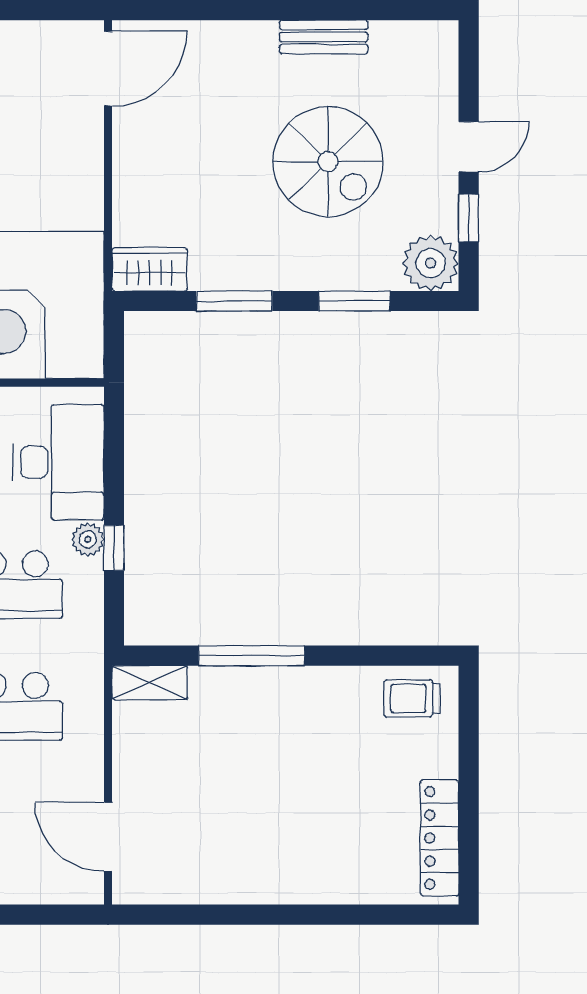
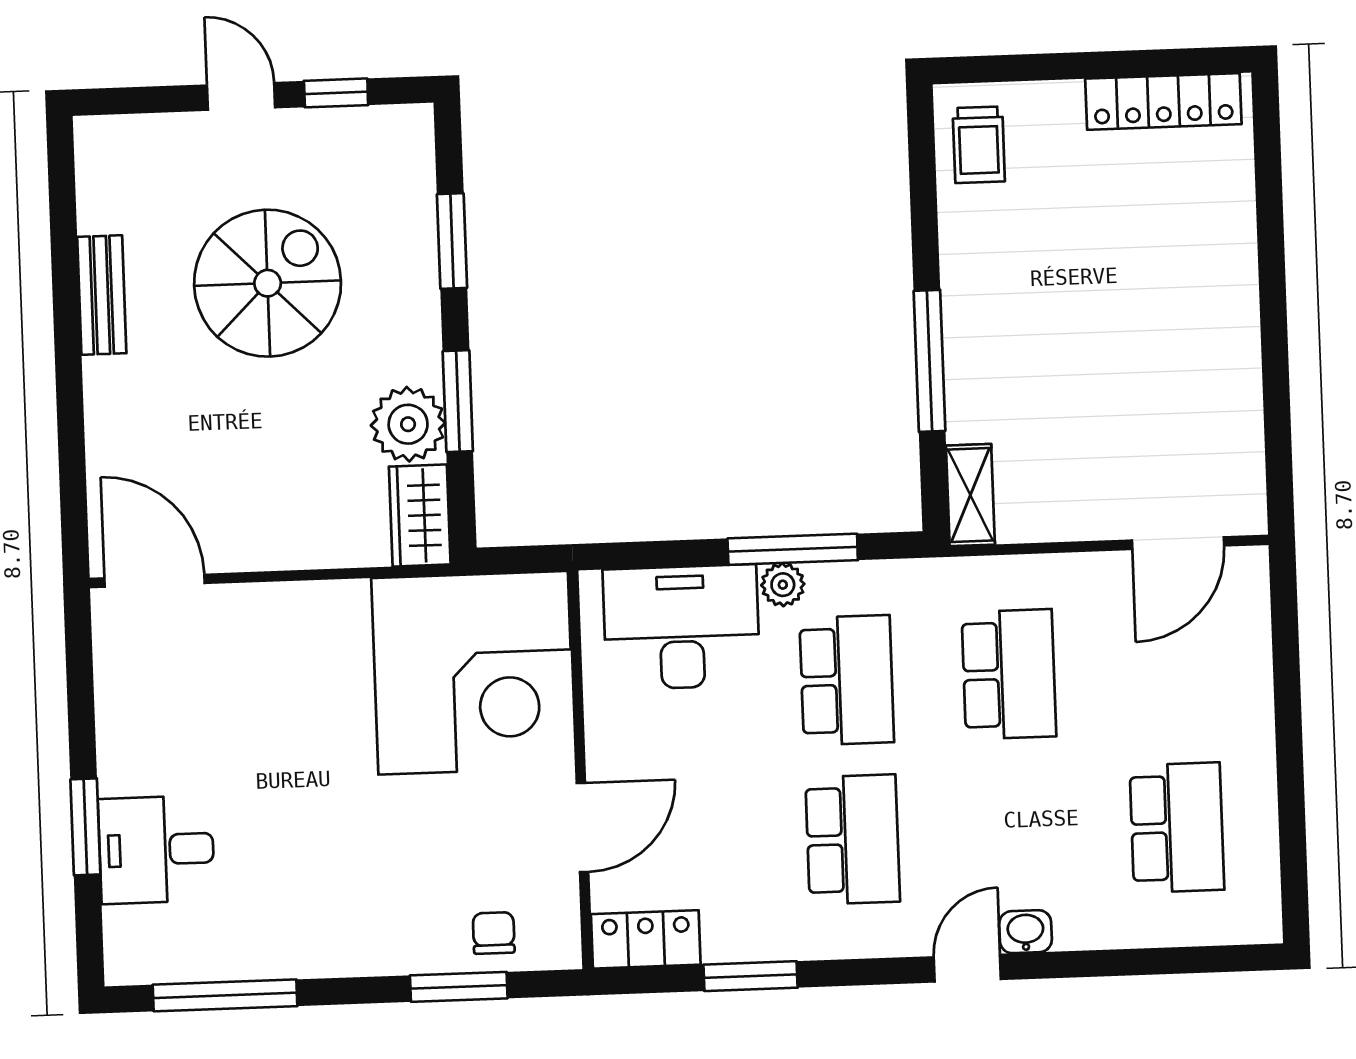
plant: (431, 263) -> (408, 424), moved
window: (114, 548) -> (793, 549), width x2.17

